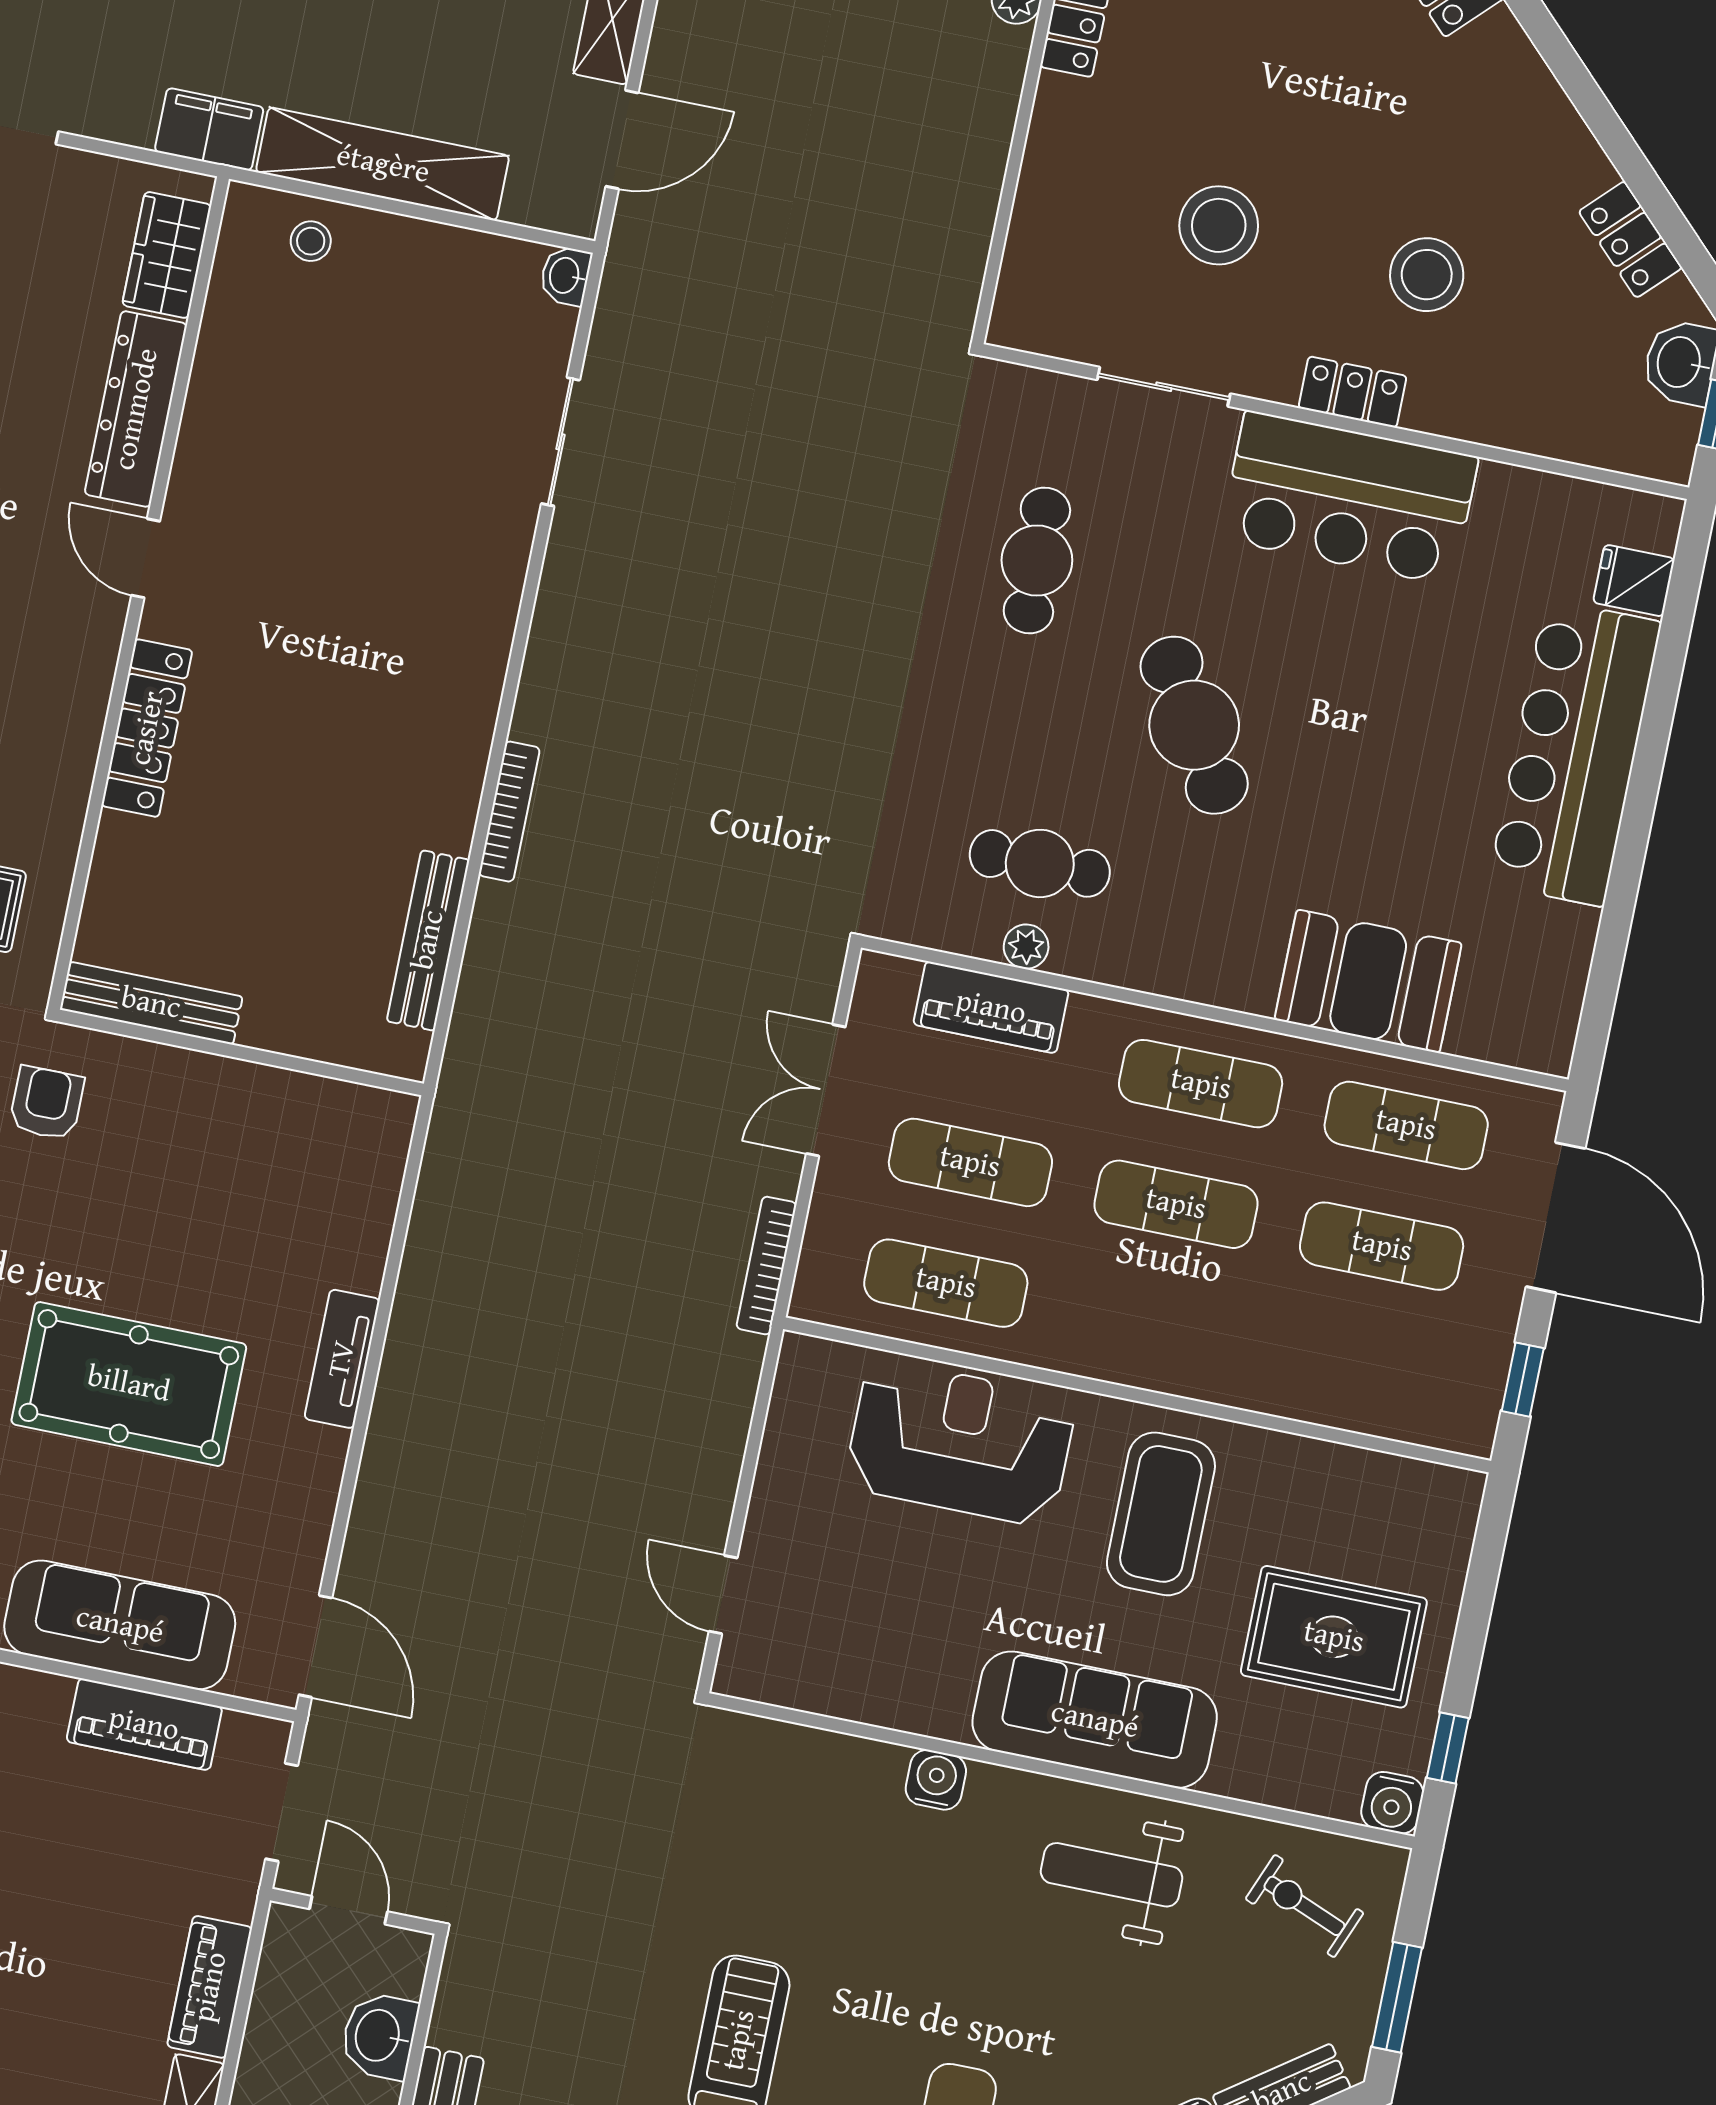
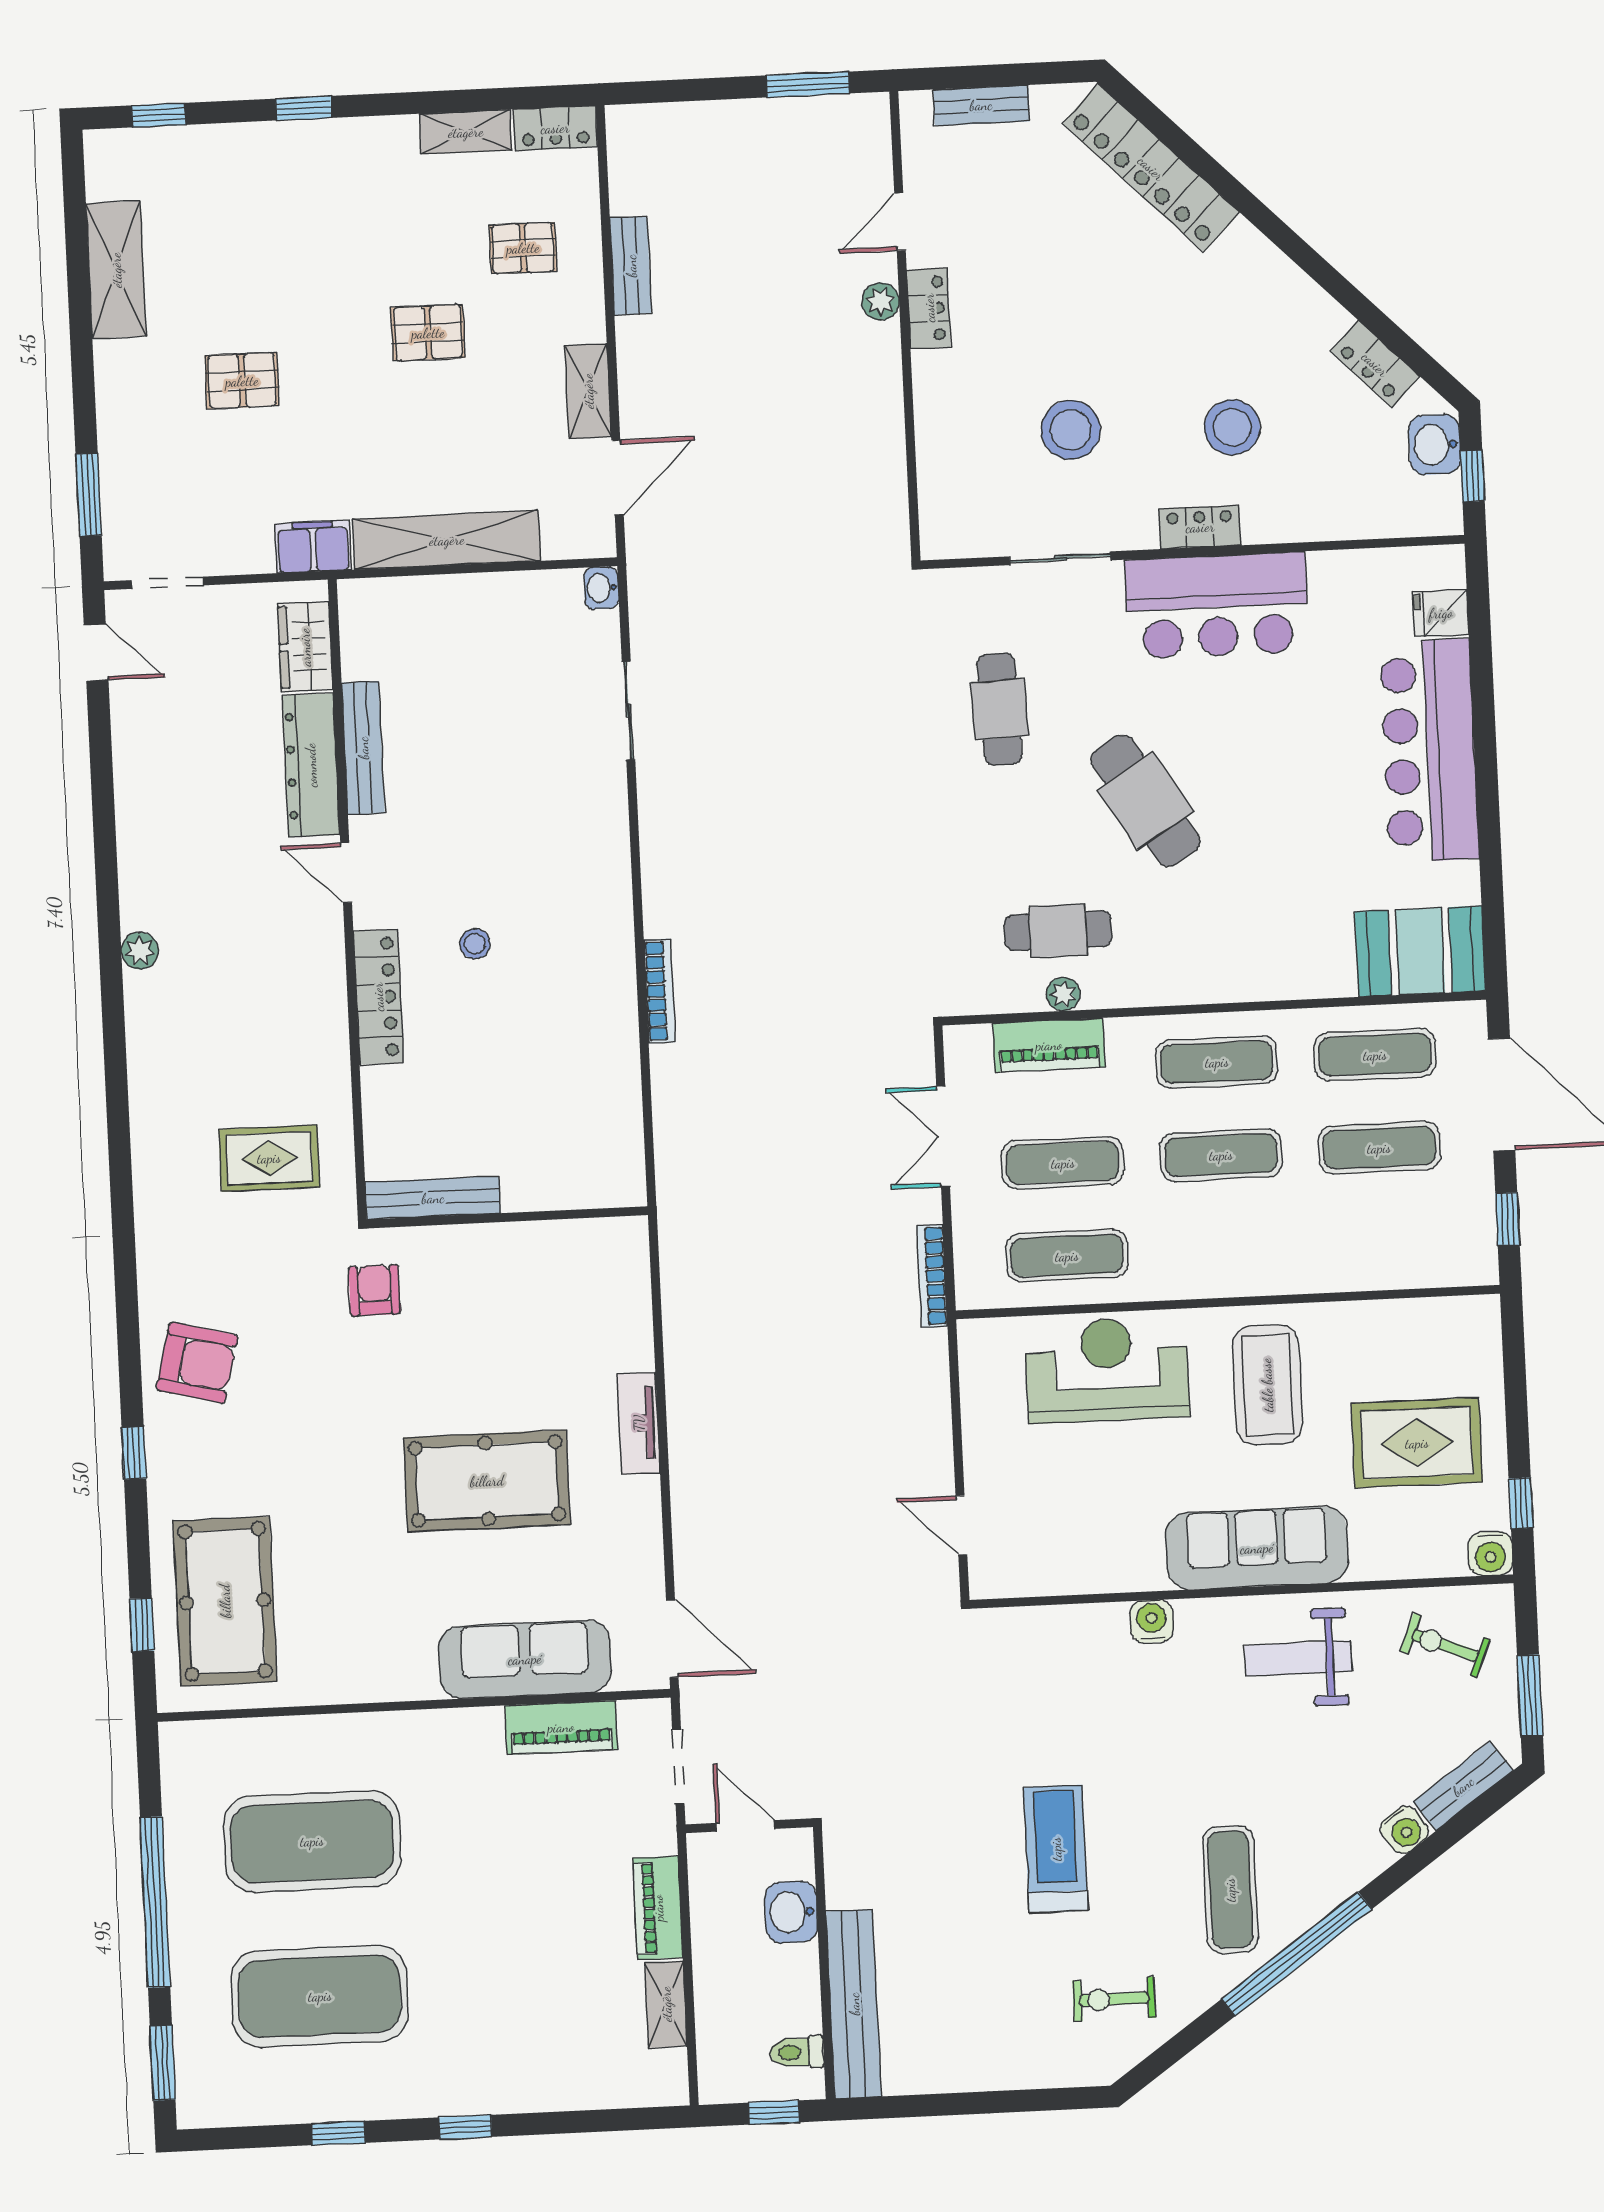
stool: (311, 241) -> (475, 944), moved
bench: (428, 940) -> (363, 748), moved
booth: (1368, 981) -> (1420, 951), moved

